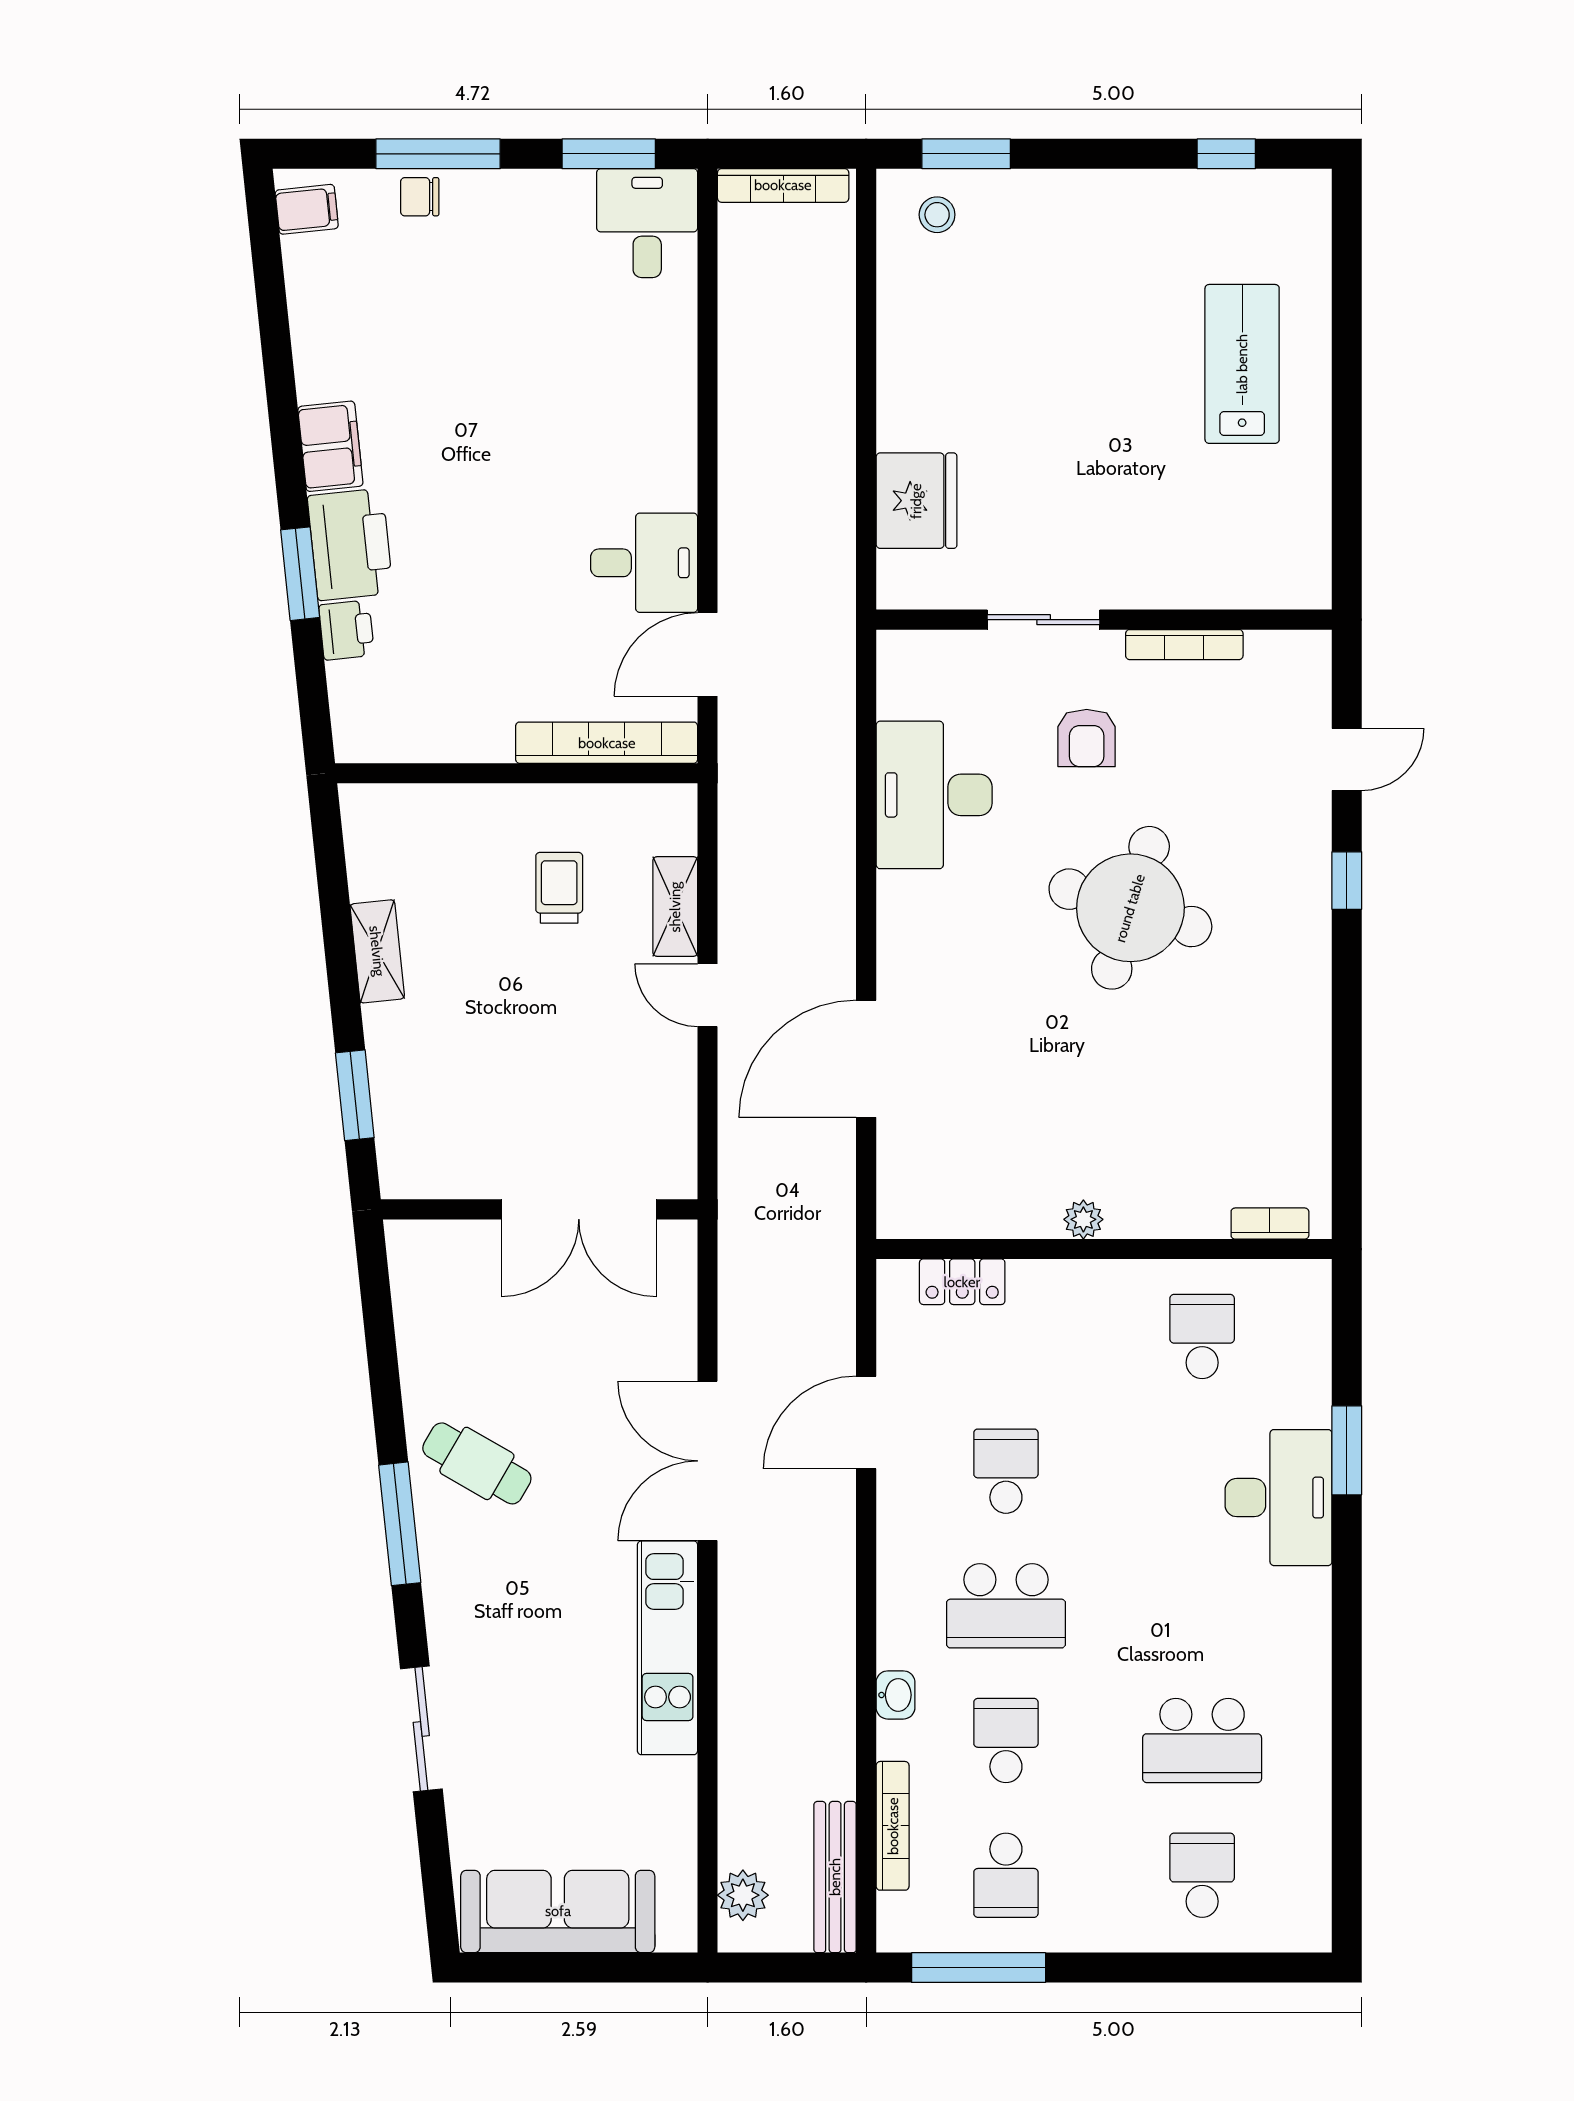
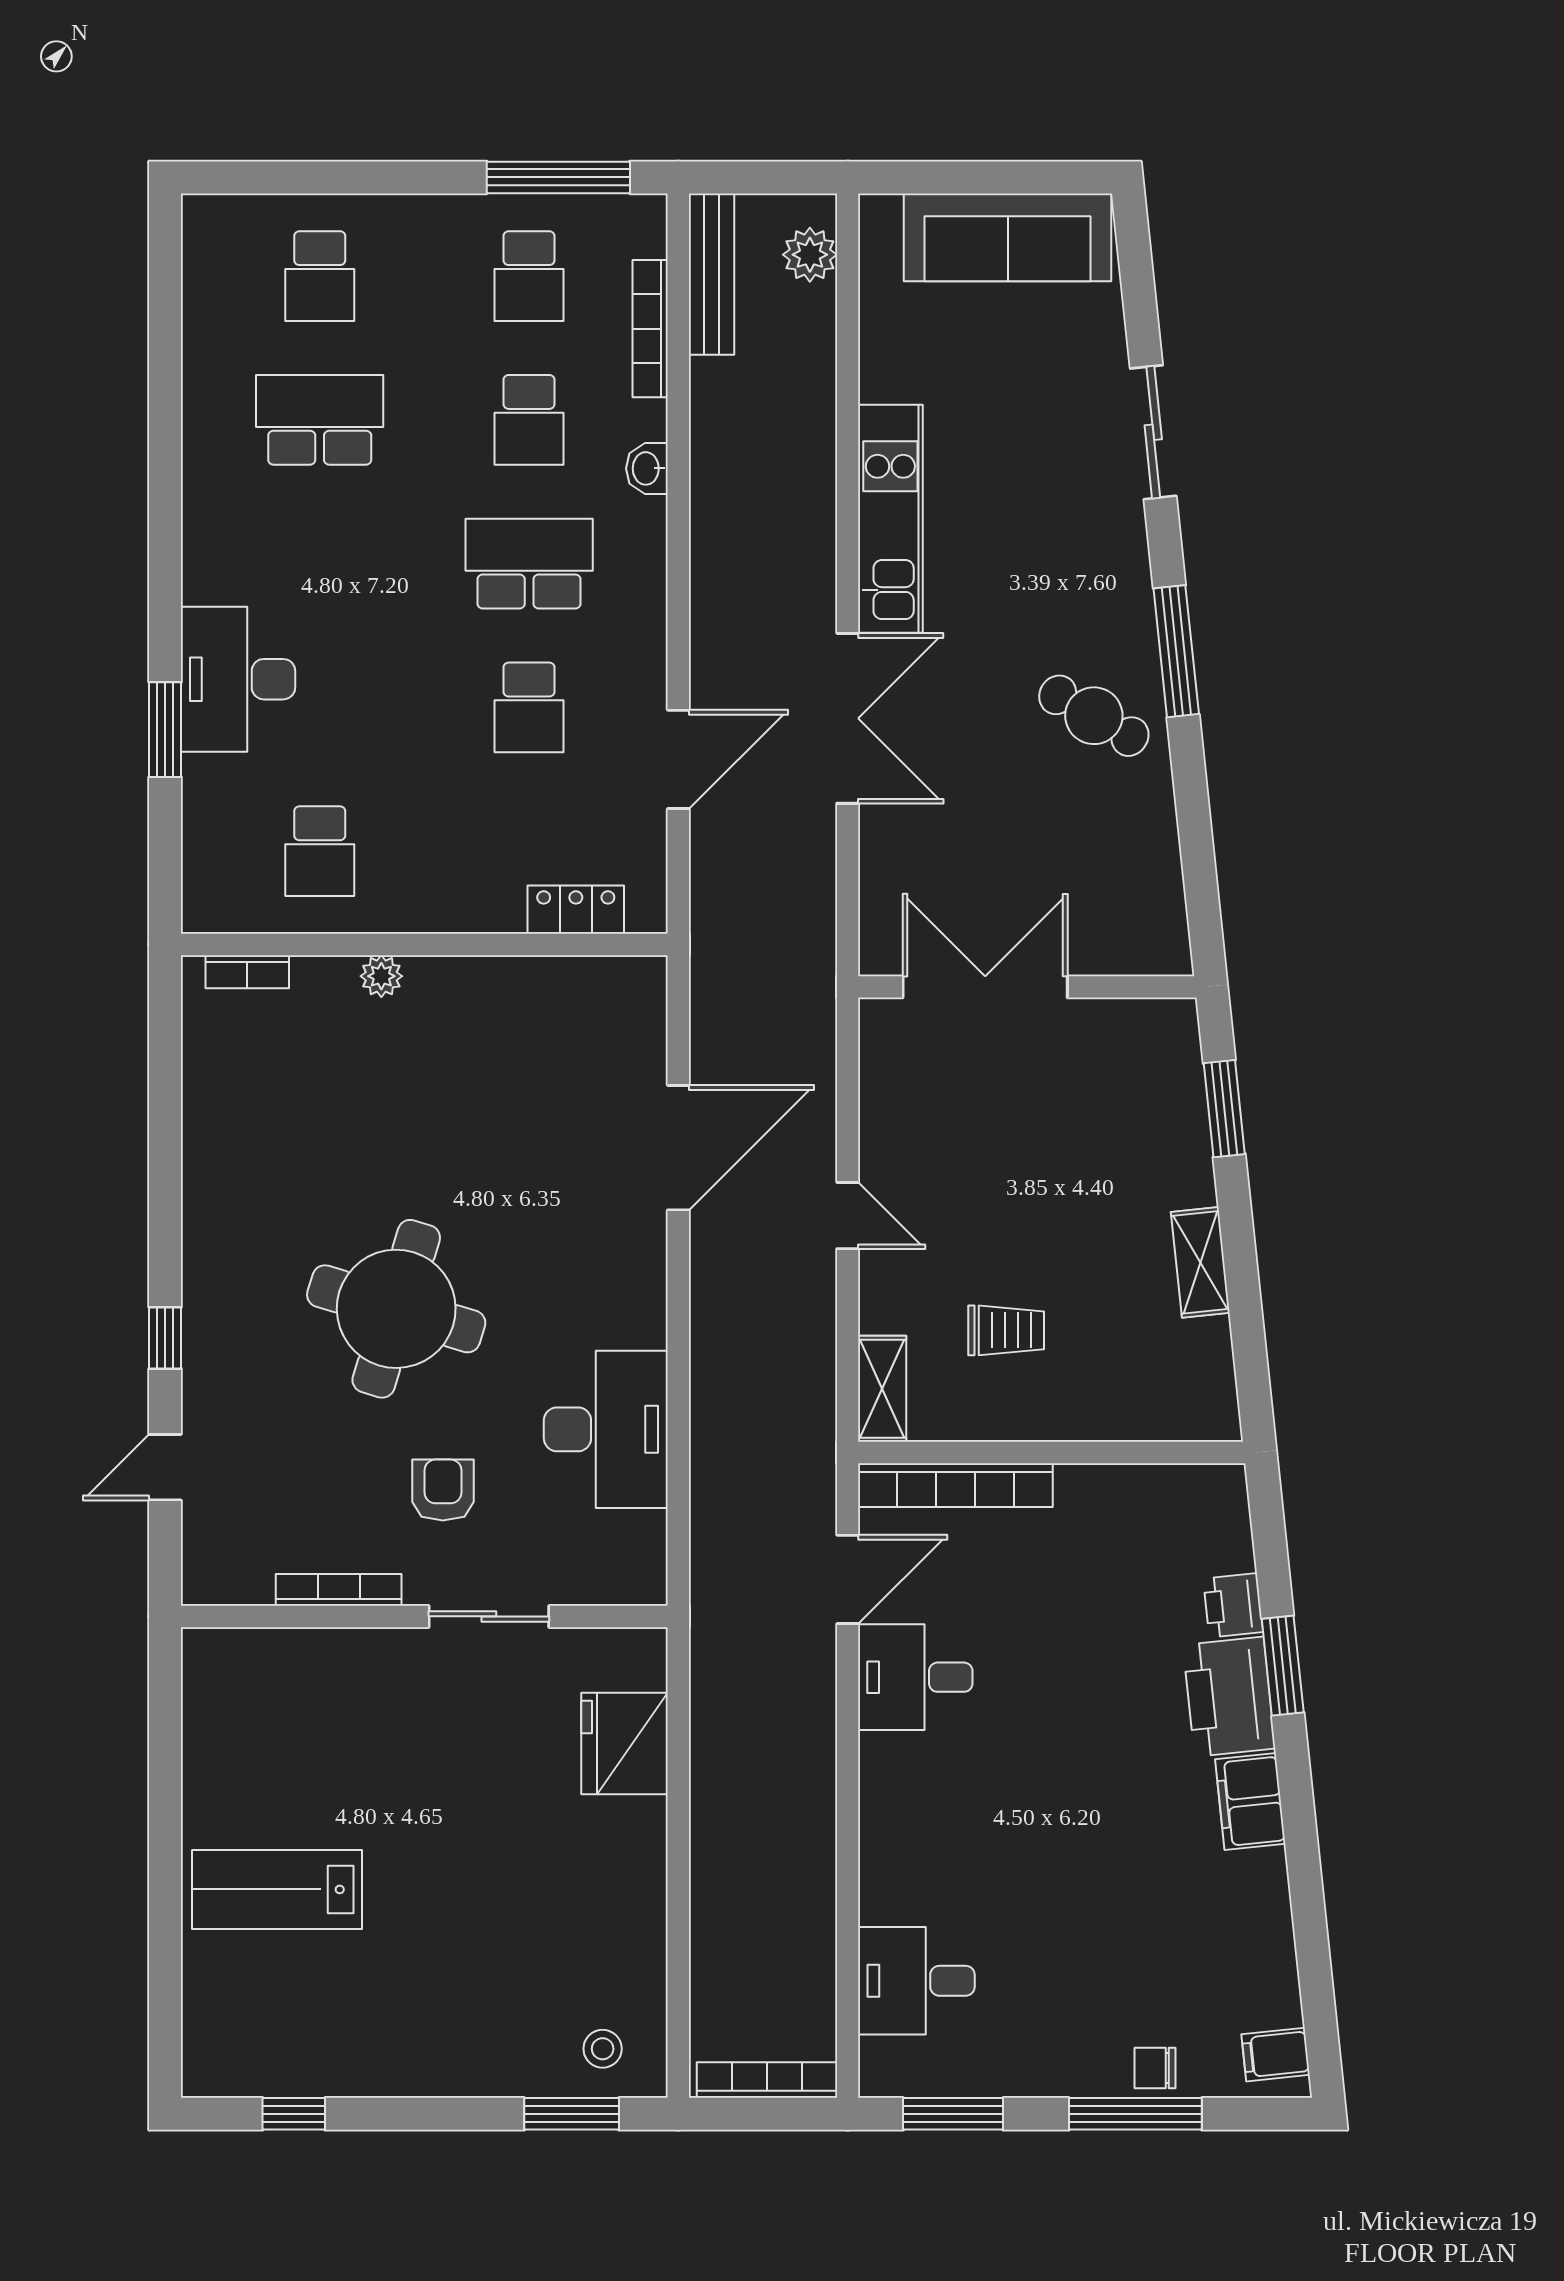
chair: (420, 197) -> (1155, 2068), turned 180
desk: (647, 223) -> (916, 1981), moved, turned 90
lab bench: (1242, 364) -> (277, 1889), turned 90
trolley: (559, 888) -> (1006, 1330), turned -90
shelving: (675, 907) -> (882, 1389), moved
plant: (1083, 1219) -> (381, 976), moved
school desk: (1006, 1875) -> (529, 276), turned 180

